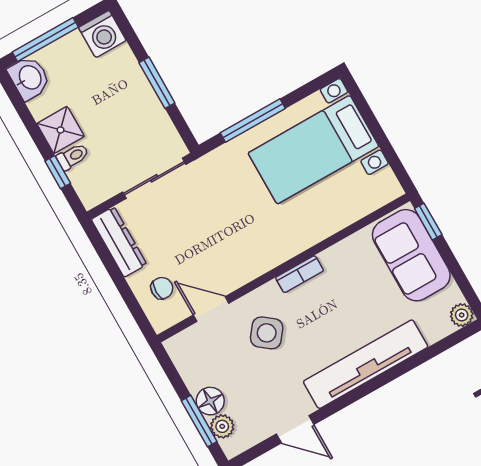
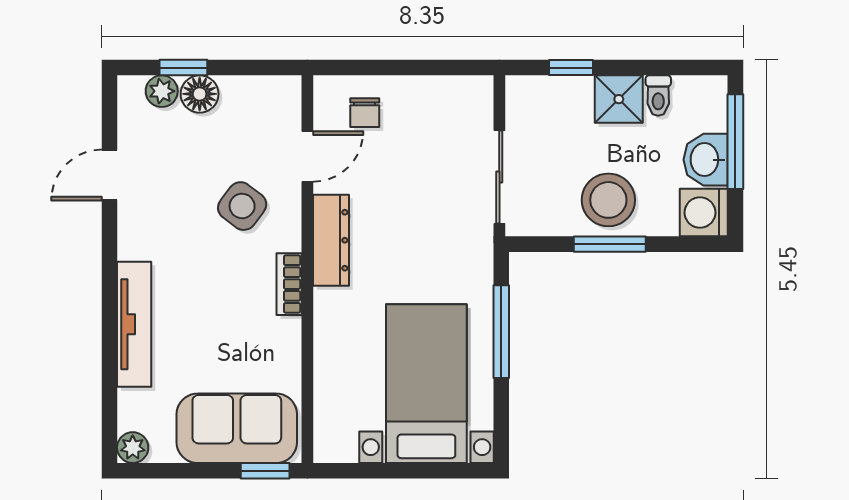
washbasin: (29, 78) -> (706, 160), moved, turned 90
stool: (129, 100) -> (608, 200), added
toilet: (73, 157) -> (658, 96), moved
dresser: (119, 242) -> (331, 240), moved, turned -90
tv unit: (366, 364) -> (134, 324), width x0.73, depth x0.78
window: (199, 421) -> (183, 68), width x0.67

